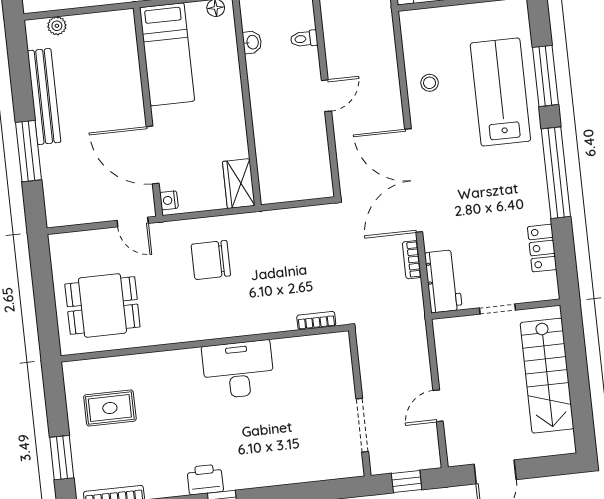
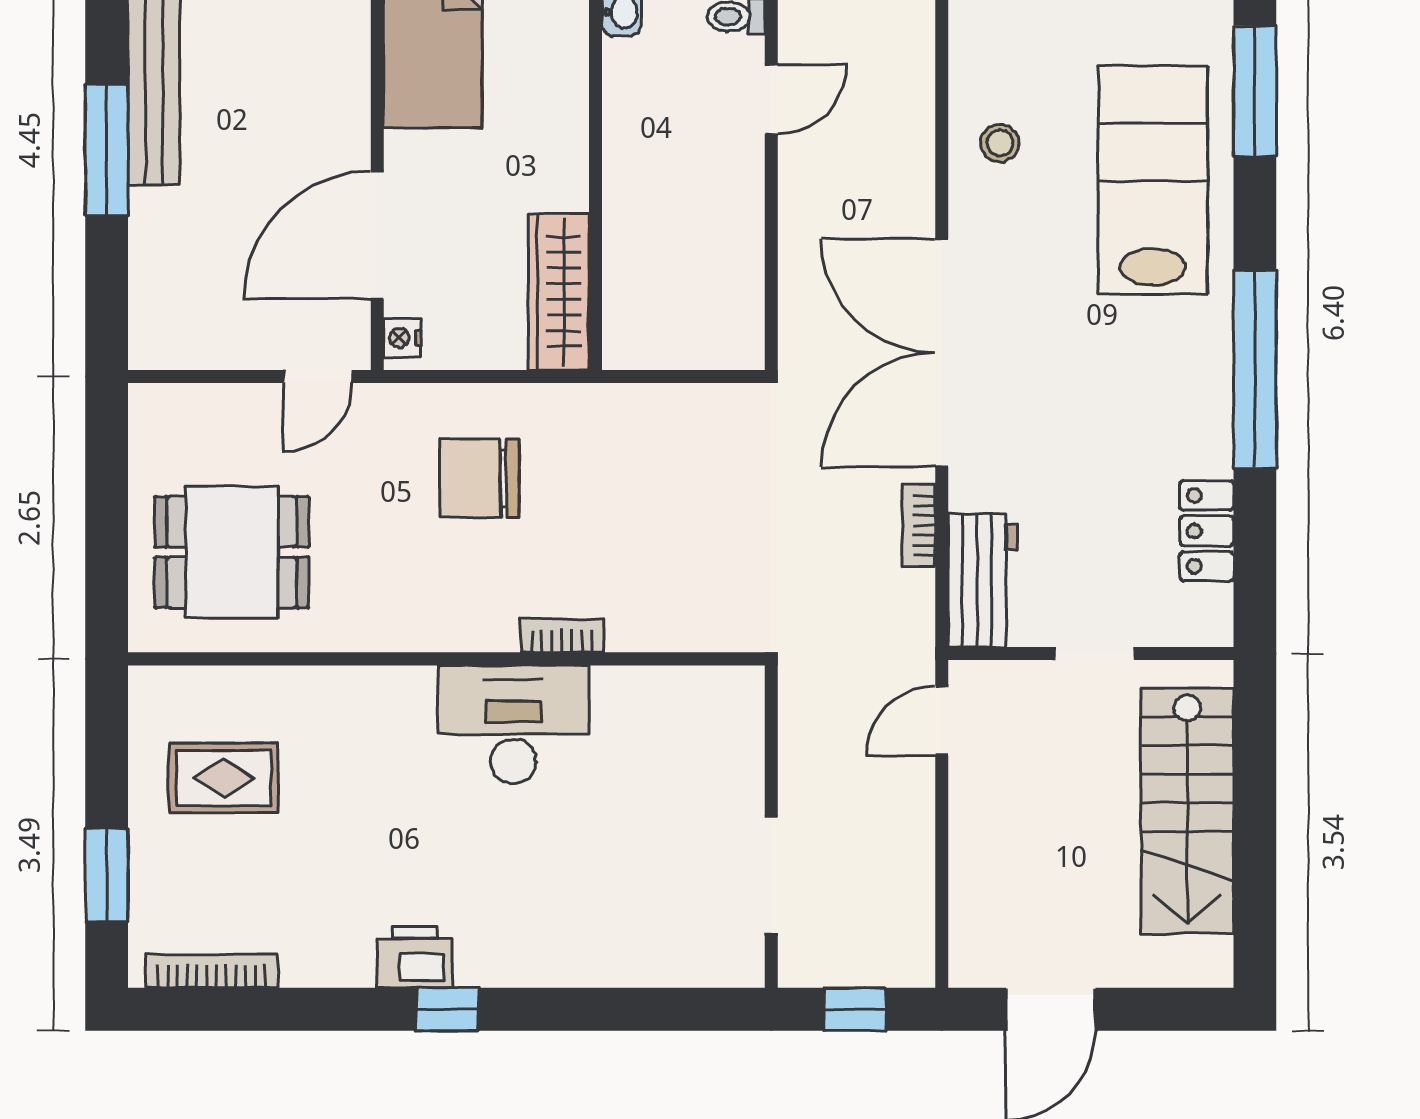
window: (545, 76) -> (1255, 91), moved
door: (326, 96) -> (771, 99), moved
window: (28, 151) -> (107, 150), moved
door: (153, 155) -> (377, 235), hinge flipped
wardrobe: (239, 184) -> (559, 292), width x1.50
door: (133, 222) -> (318, 377), hinge flipped
bookcase: (316, 321) -> (562, 636), moved
door: (438, 406) -> (942, 721), moved

